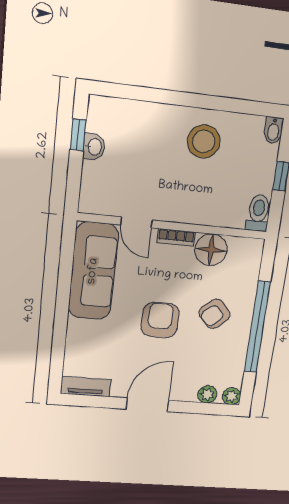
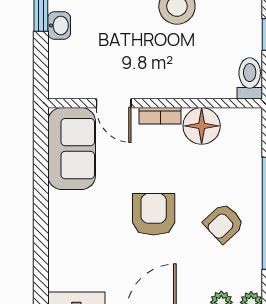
sofa: (93, 271) -> (72, 149), width x0.73
armchair: (215, 314) -> (224, 223), moved

